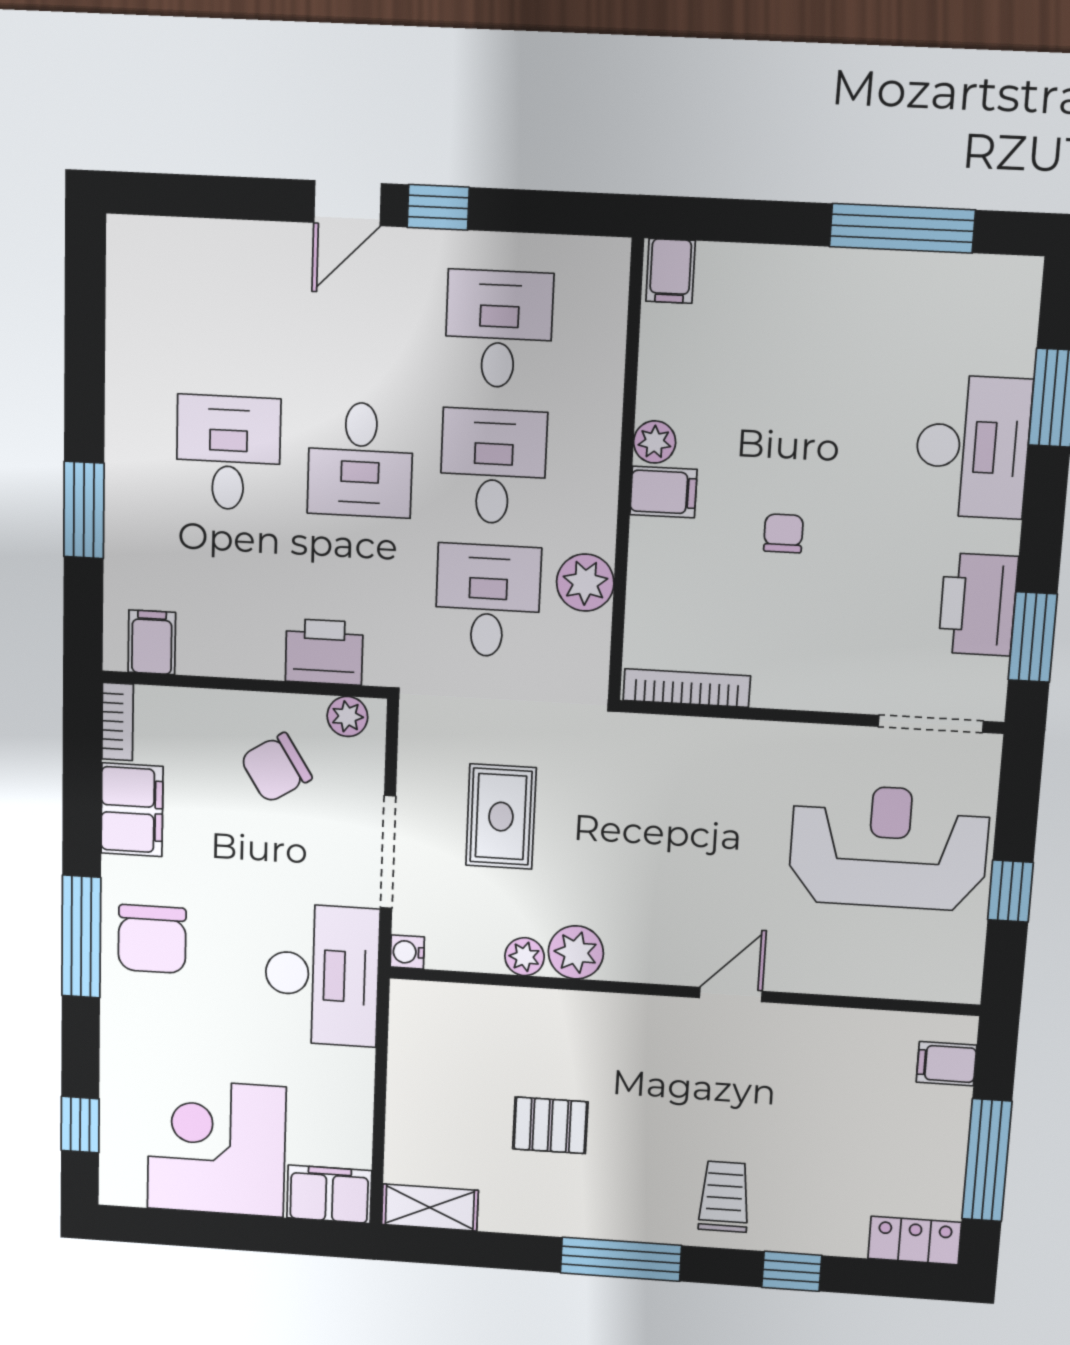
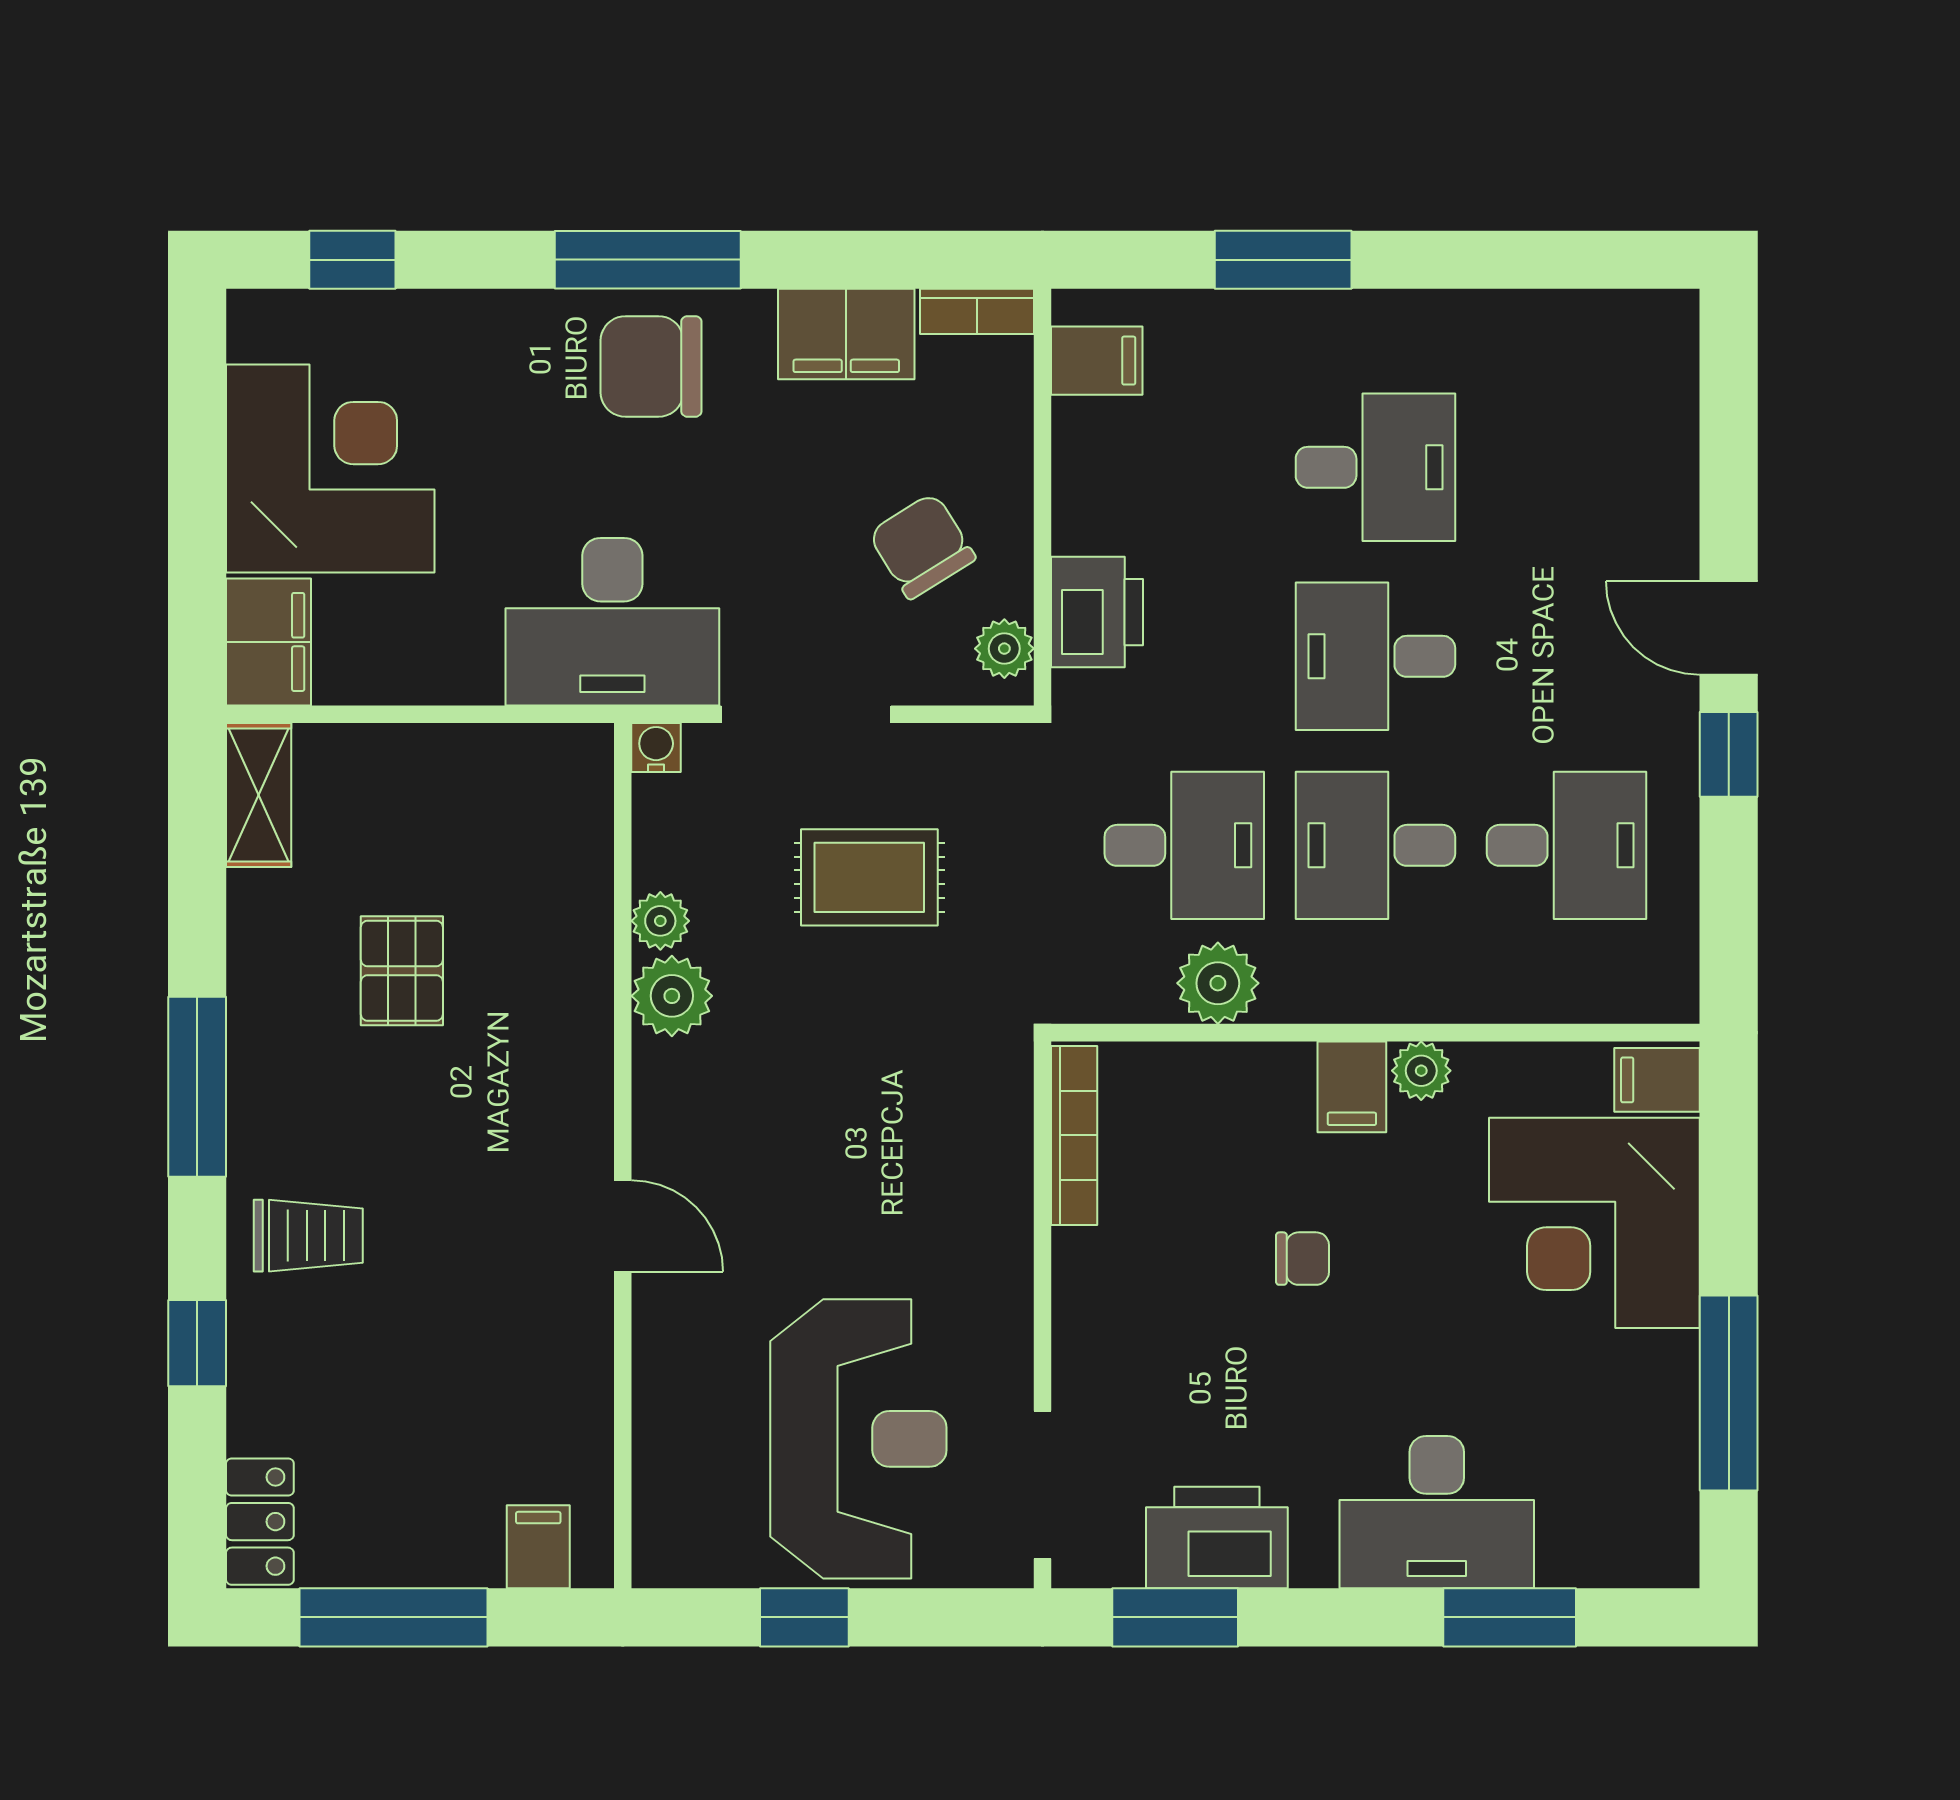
corner desk: (771, 322) -> (1594, 1223), added
desk: (493, 466) -> (1375, 845), turned 180

